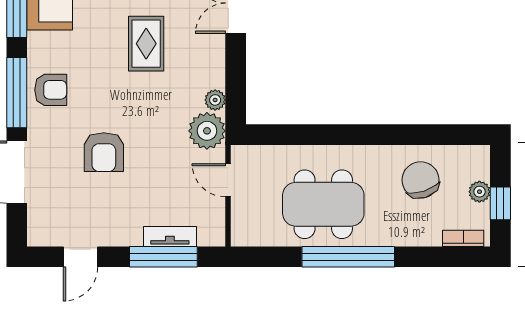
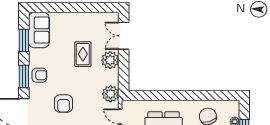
window: (17, 93) -> (24, 76), width x0.69
plant: (215, 100) -> (110, 60), moved, width x1.87, depth x1.87

